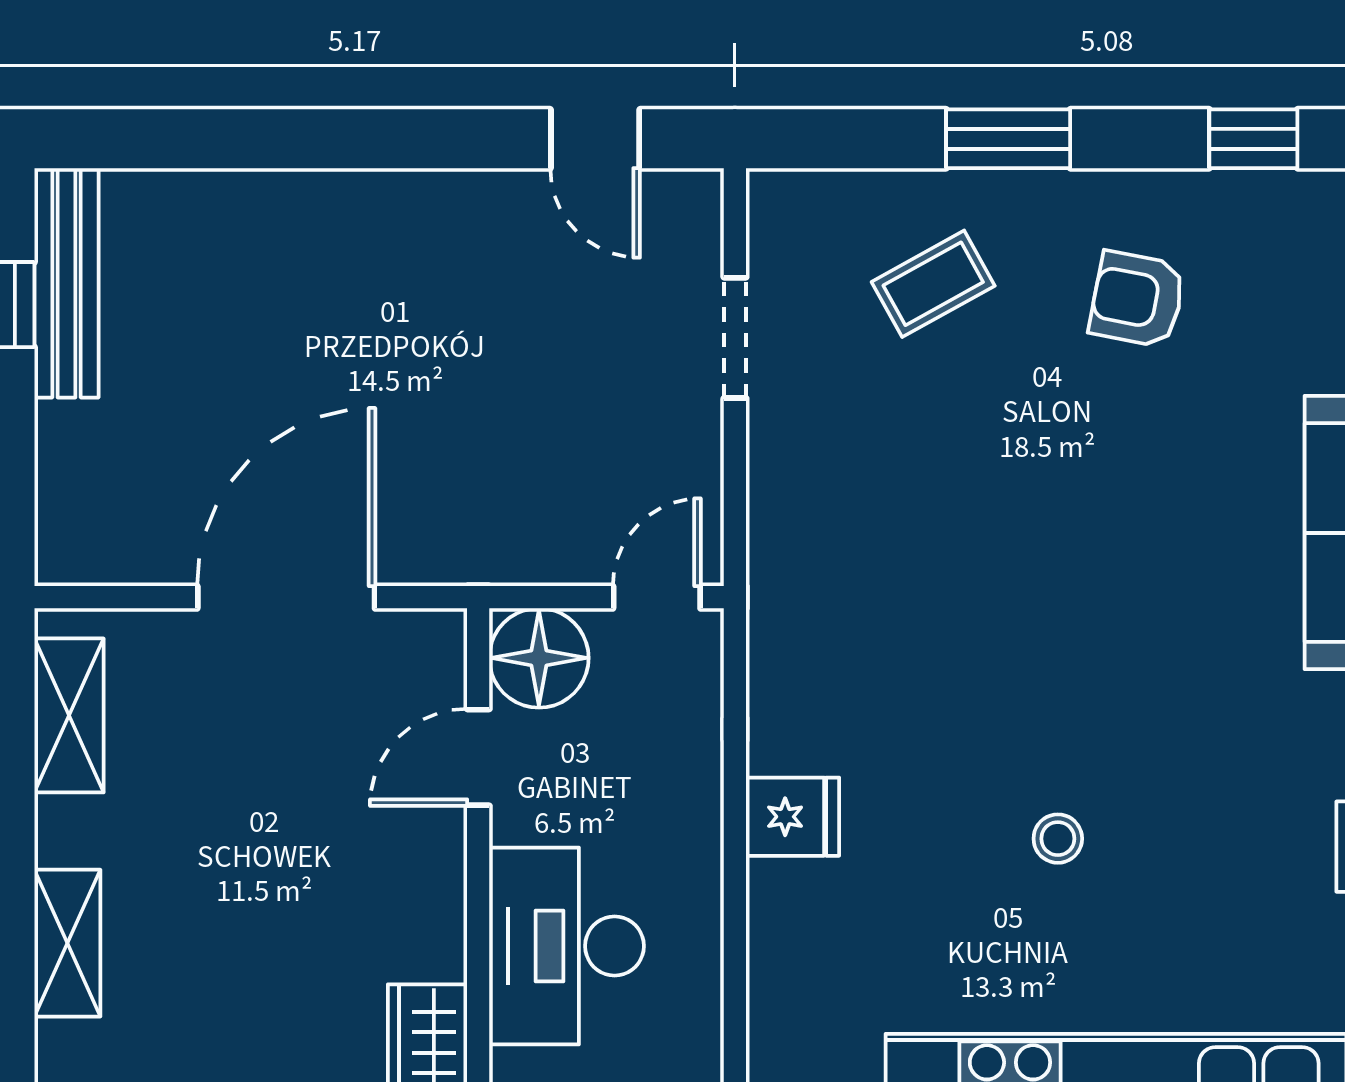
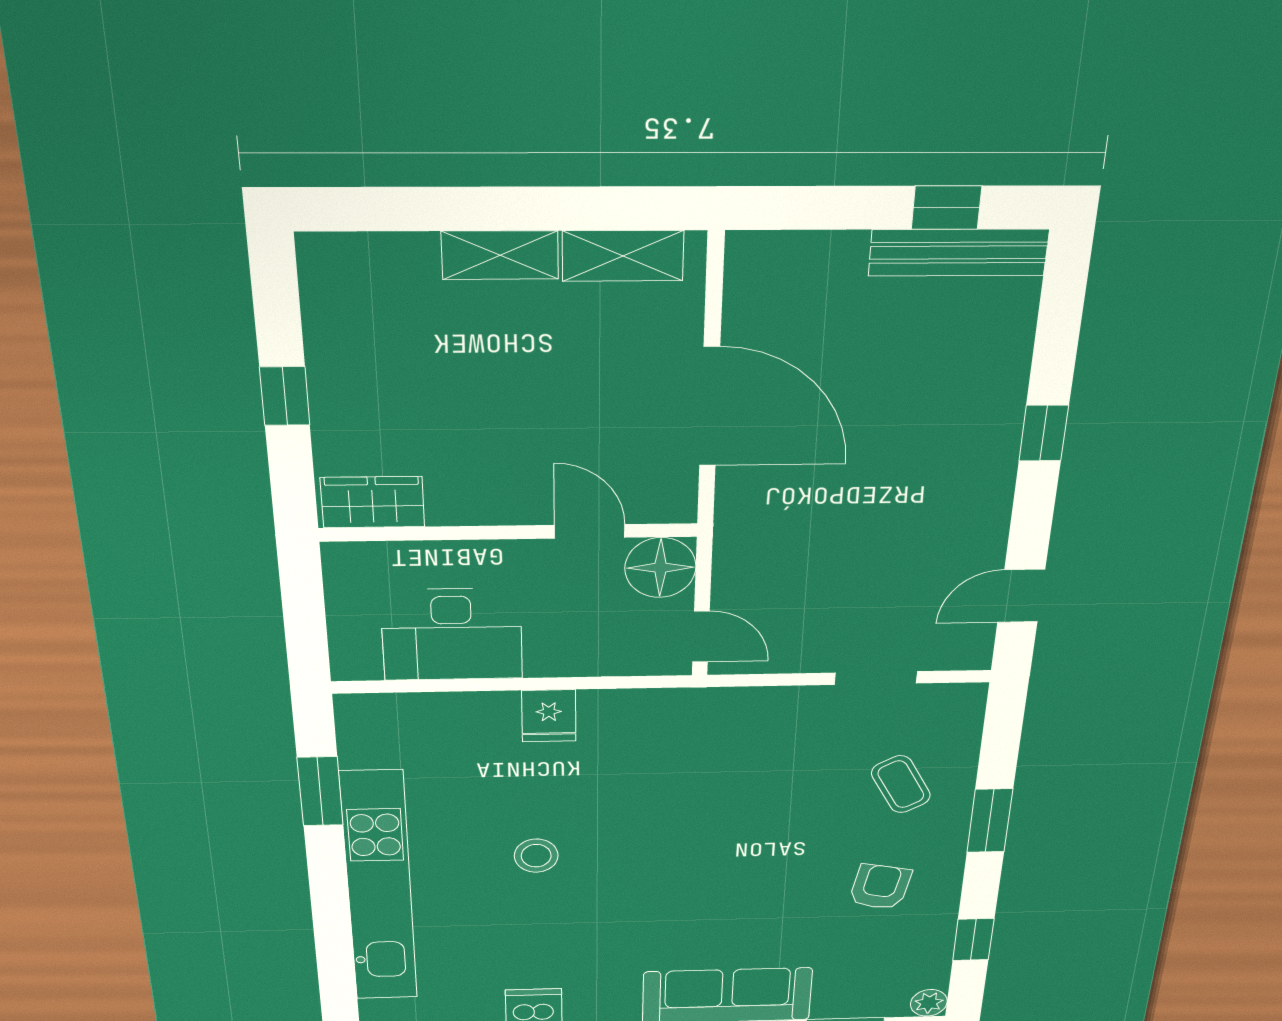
window: (331, 139) -> (1044, 433), added
stool: (1058, 839) -> (536, 856), width x1.37, depth x1.37
shelving: (67, 943) -> (500, 255), moved
desk: (567, 946) -> (452, 635), moved, turned 180

